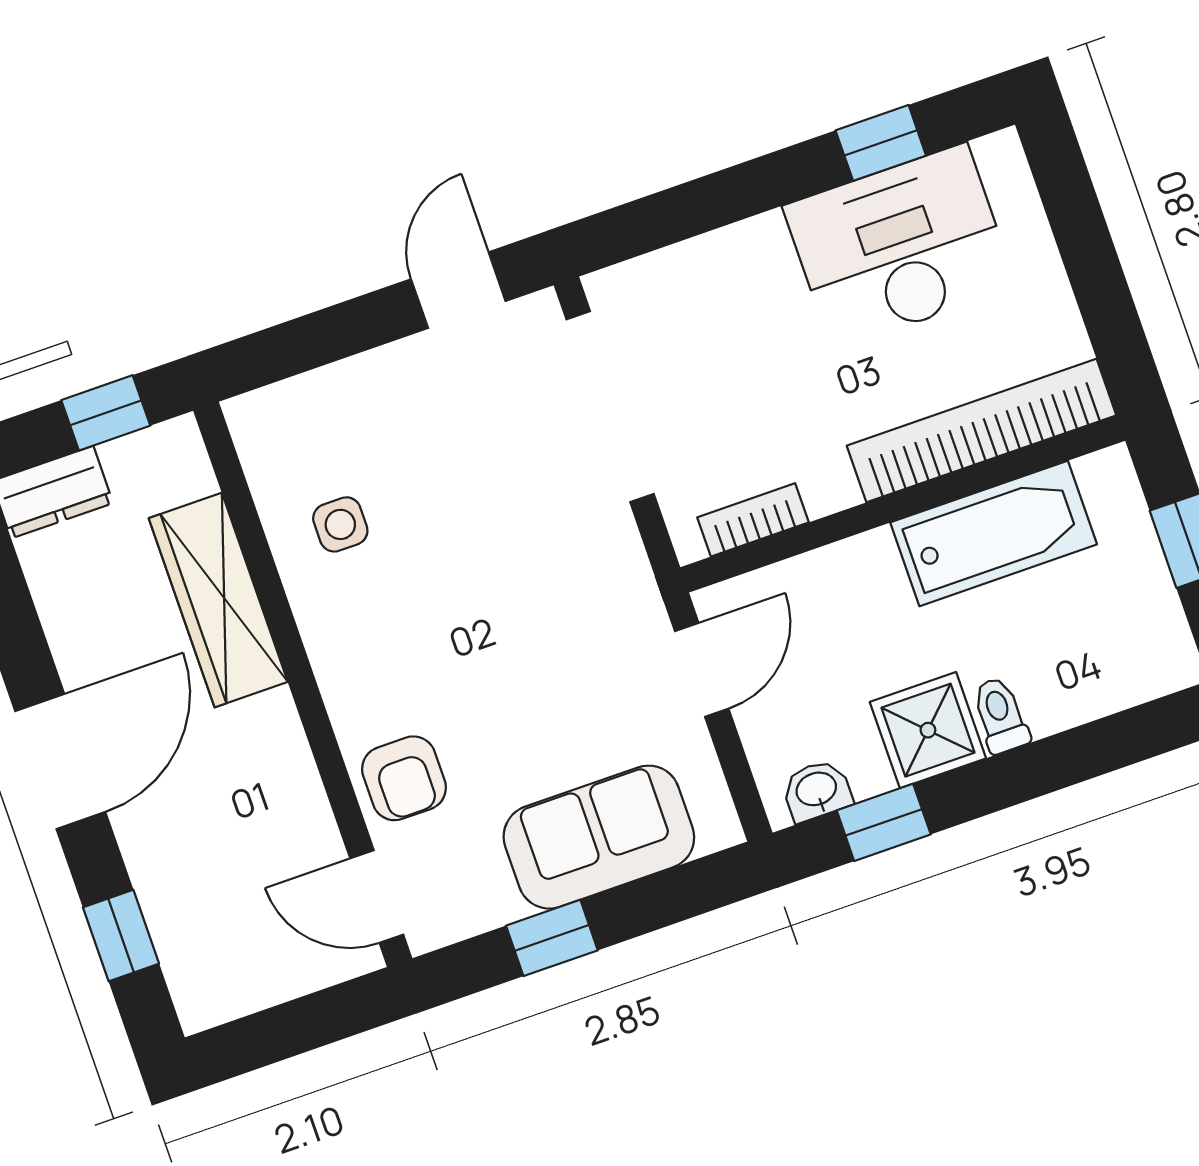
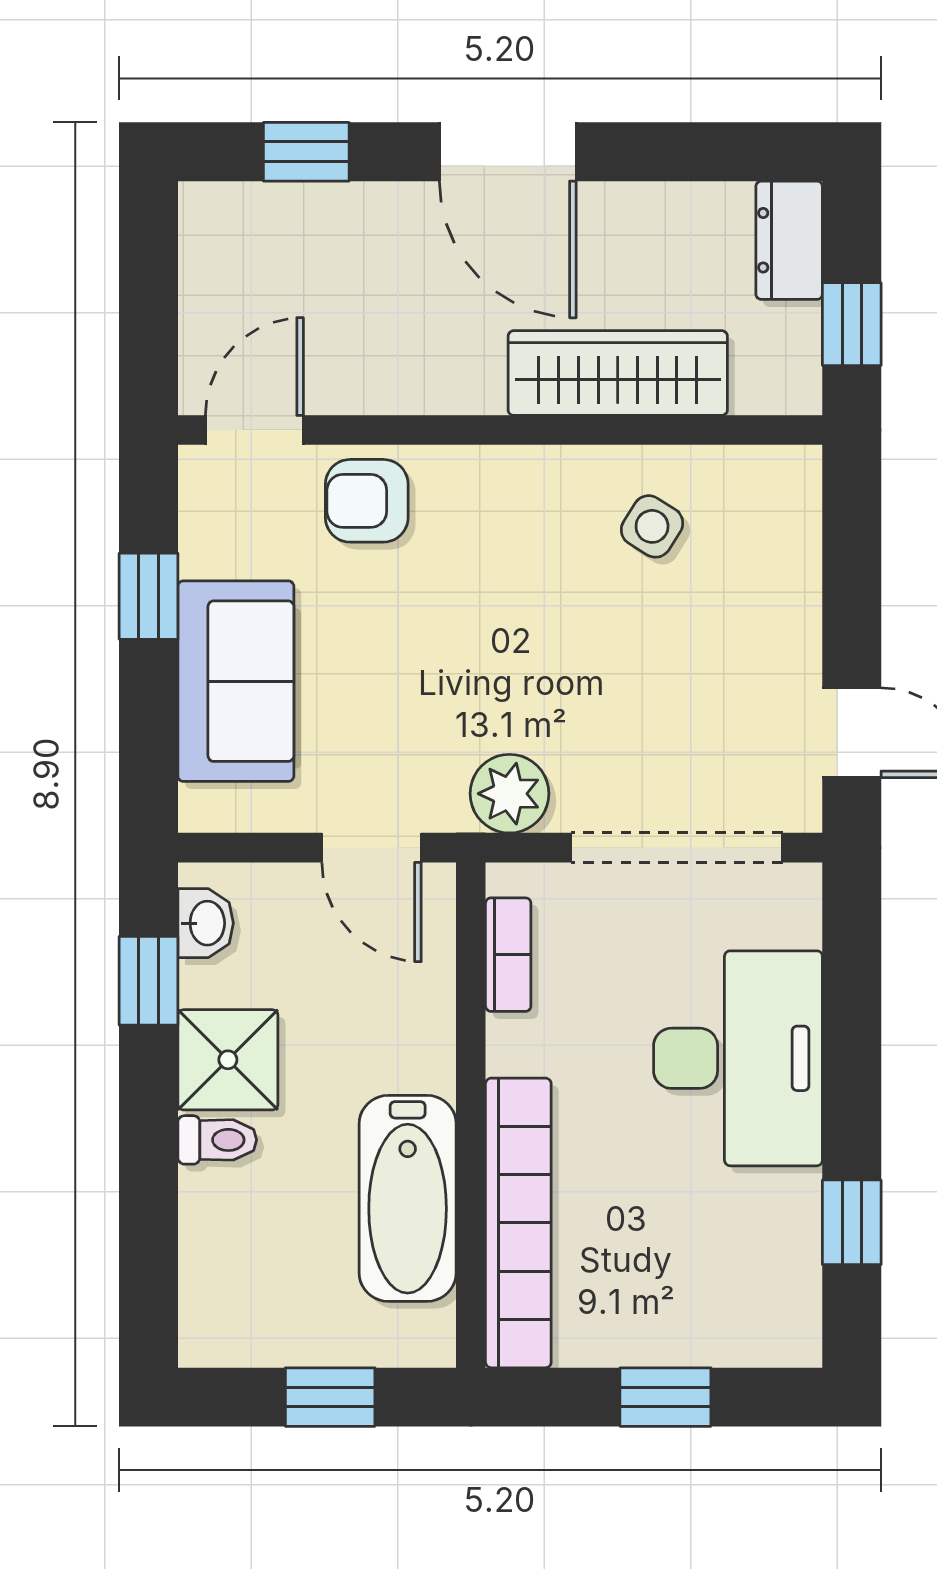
desk: (900, 246) -> (738, 1058), moved
window: (1088, 251) -> (665, 1397), added
side table: (340, 524) -> (652, 526), turned 32
plant: (614, 567) -> (509, 794), added

